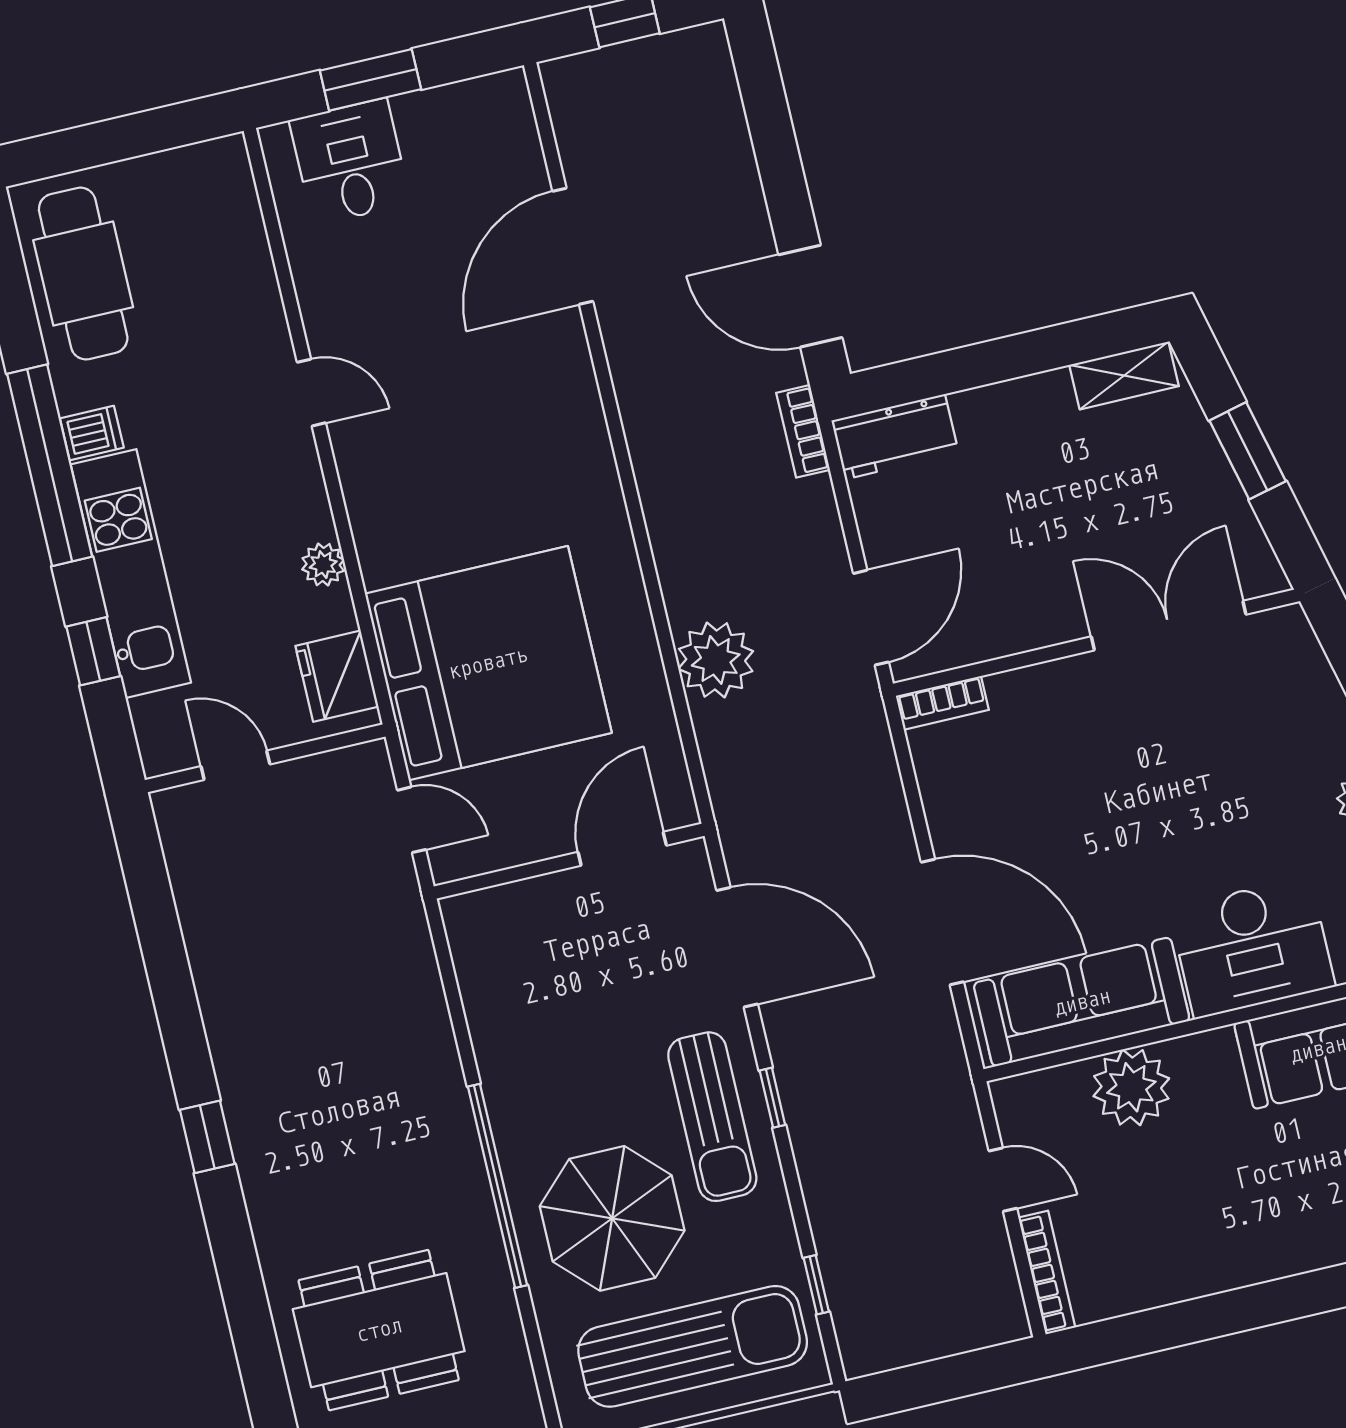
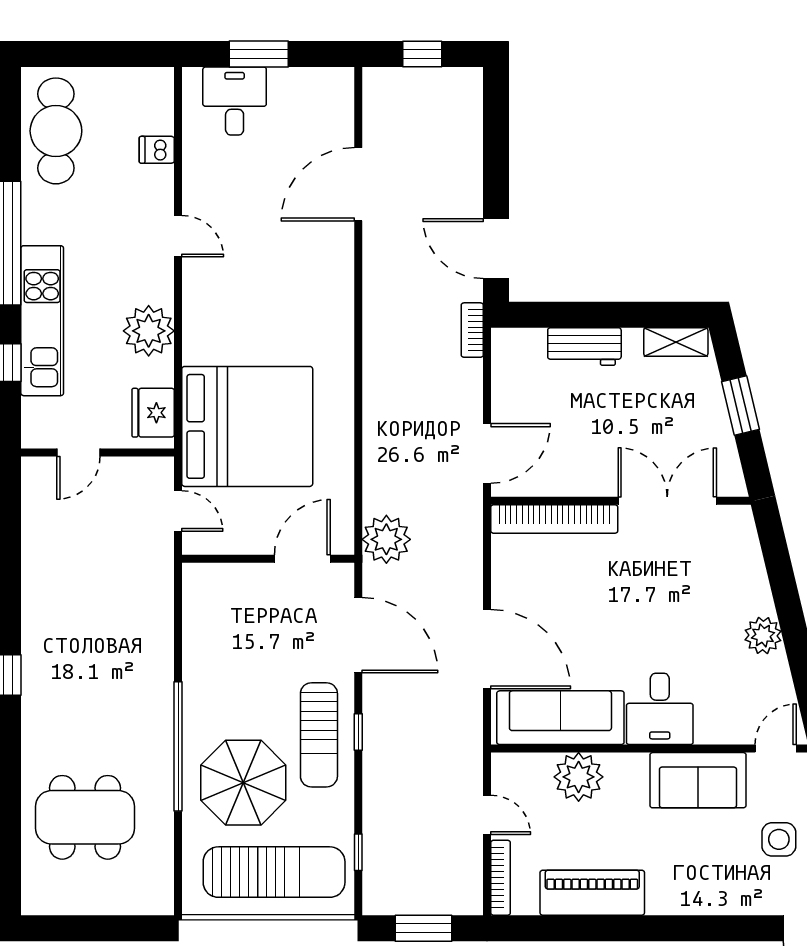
dishwasher: (92, 433) -> (157, 150), moved, turned 180
workbench: (895, 437) -> (584, 347), moved
plant: (323, 565) -> (149, 331), width x1.88, depth x1.88
plant: (716, 660) -> (386, 539), moved
bookcase: (942, 703) -> (554, 519), width x2.31, depth x1.31
door: (235, 765) -> (78, 452), swing flipped
desk: (1252, 947) -> (660, 709), width x0.73
piano: (1195, 1262) -> (592, 893), added
window: (945, 1379) -> (424, 928), added

